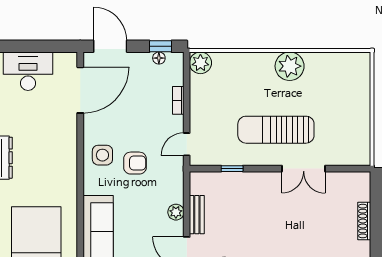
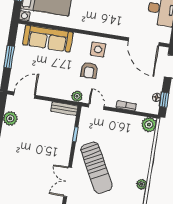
plant: (290, 66) -> (142, 184), width x0.53, depth x0.53
sun lounger: (276, 130) -> (96, 168), turned 152
plant: (176, 212) -> (77, 96), moved
bench: (197, 215) -> (64, 109), moved

